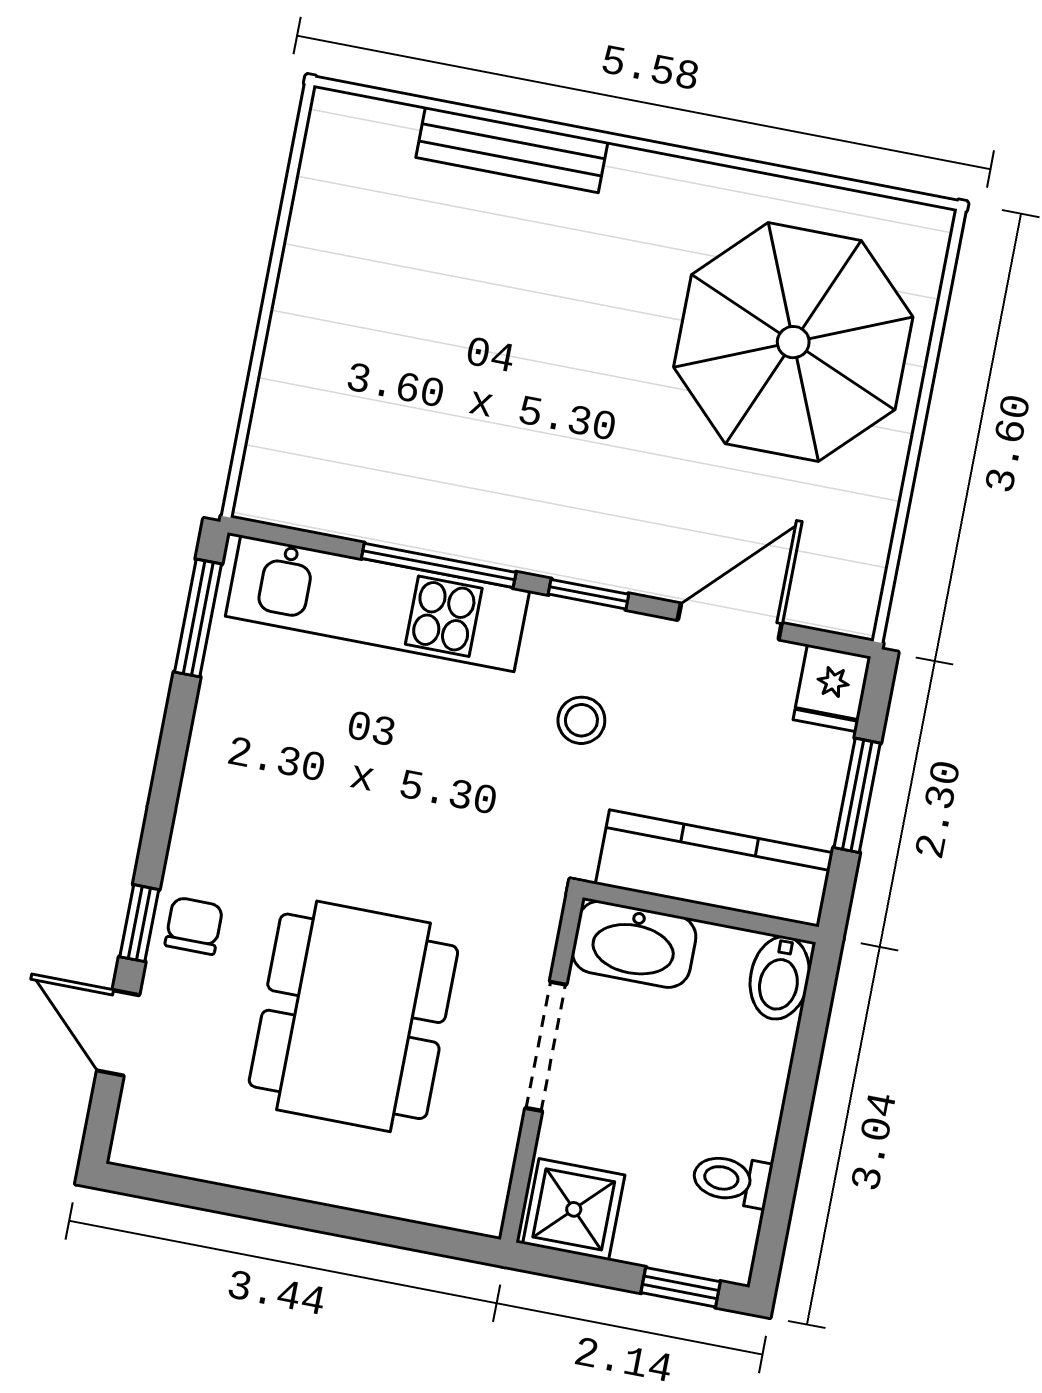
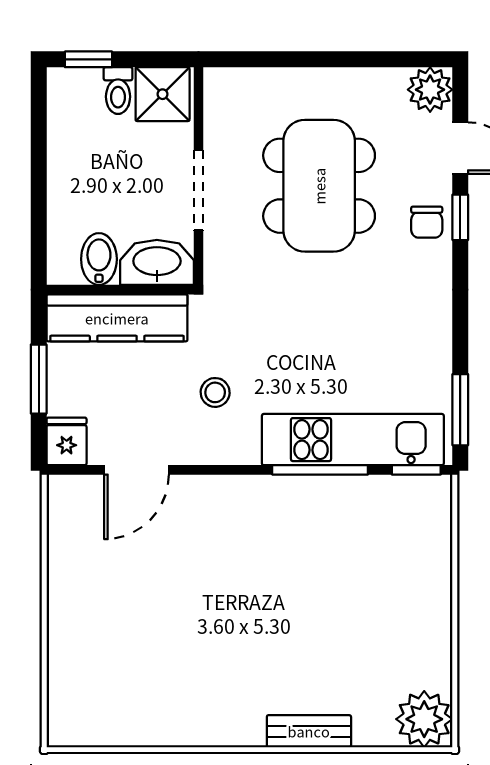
plant: (350, 138) -> (424, 719), added
bench: (512, 150) -> (309, 731), width x0.73
parasol: (793, 342) -> (131, 647), removed
window: (589, 594) -> (416, 470), moved
bidet: (780, 978) -> (99, 259), moved
plant: (148, 1135) -> (430, 90), added
toilet: (732, 1180) -> (118, 91), moved, turned 90

